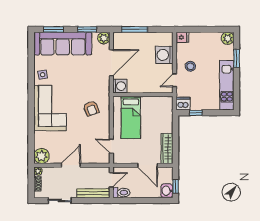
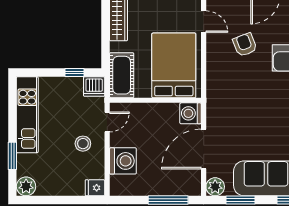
armchair: (91, 108) -> (245, 45), moved
cot: (165, 111) -> (122, 75), added
bed: (131, 117) -> (174, 65), width x1.50

